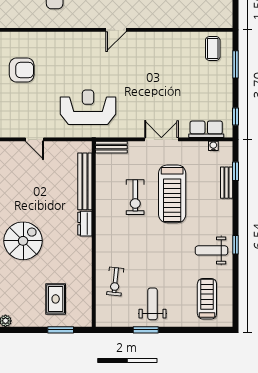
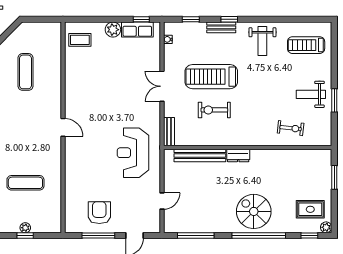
window: (236, 64) -> (94, 19), removed
plant: (224, 85) -> (113, 30), added
row of seats: (206, 129) -> (137, 29), moved, turned -90
bench: (227, 183) -> (221, 27), moved
treadmill: (172, 194) -> (211, 77), turned 180
exercise bike: (135, 197) -> (214, 110), turned 180
window: (236, 245) -> (229, 19), moved
rug: (56, 299) -> (310, 209), moved

